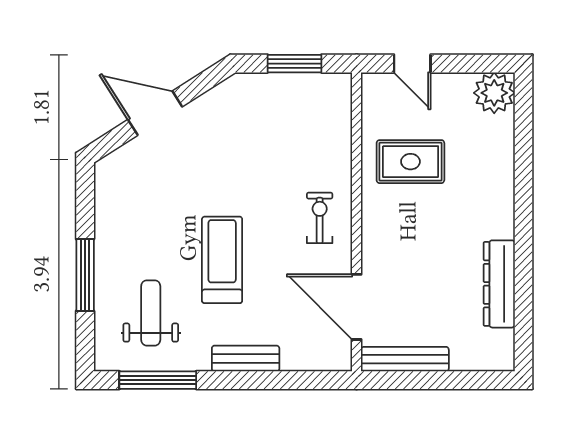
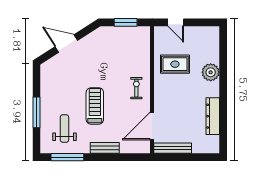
plant: (494, 93) -> (211, 72), moved
door: (357, 307) -> (152, 126), hinge flipped

